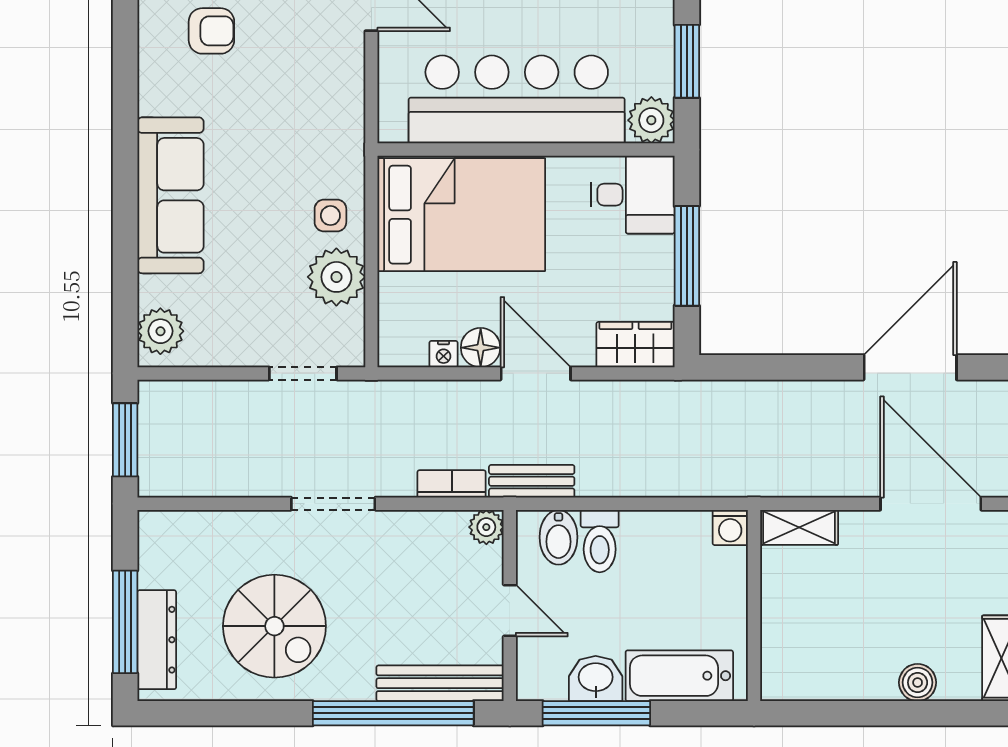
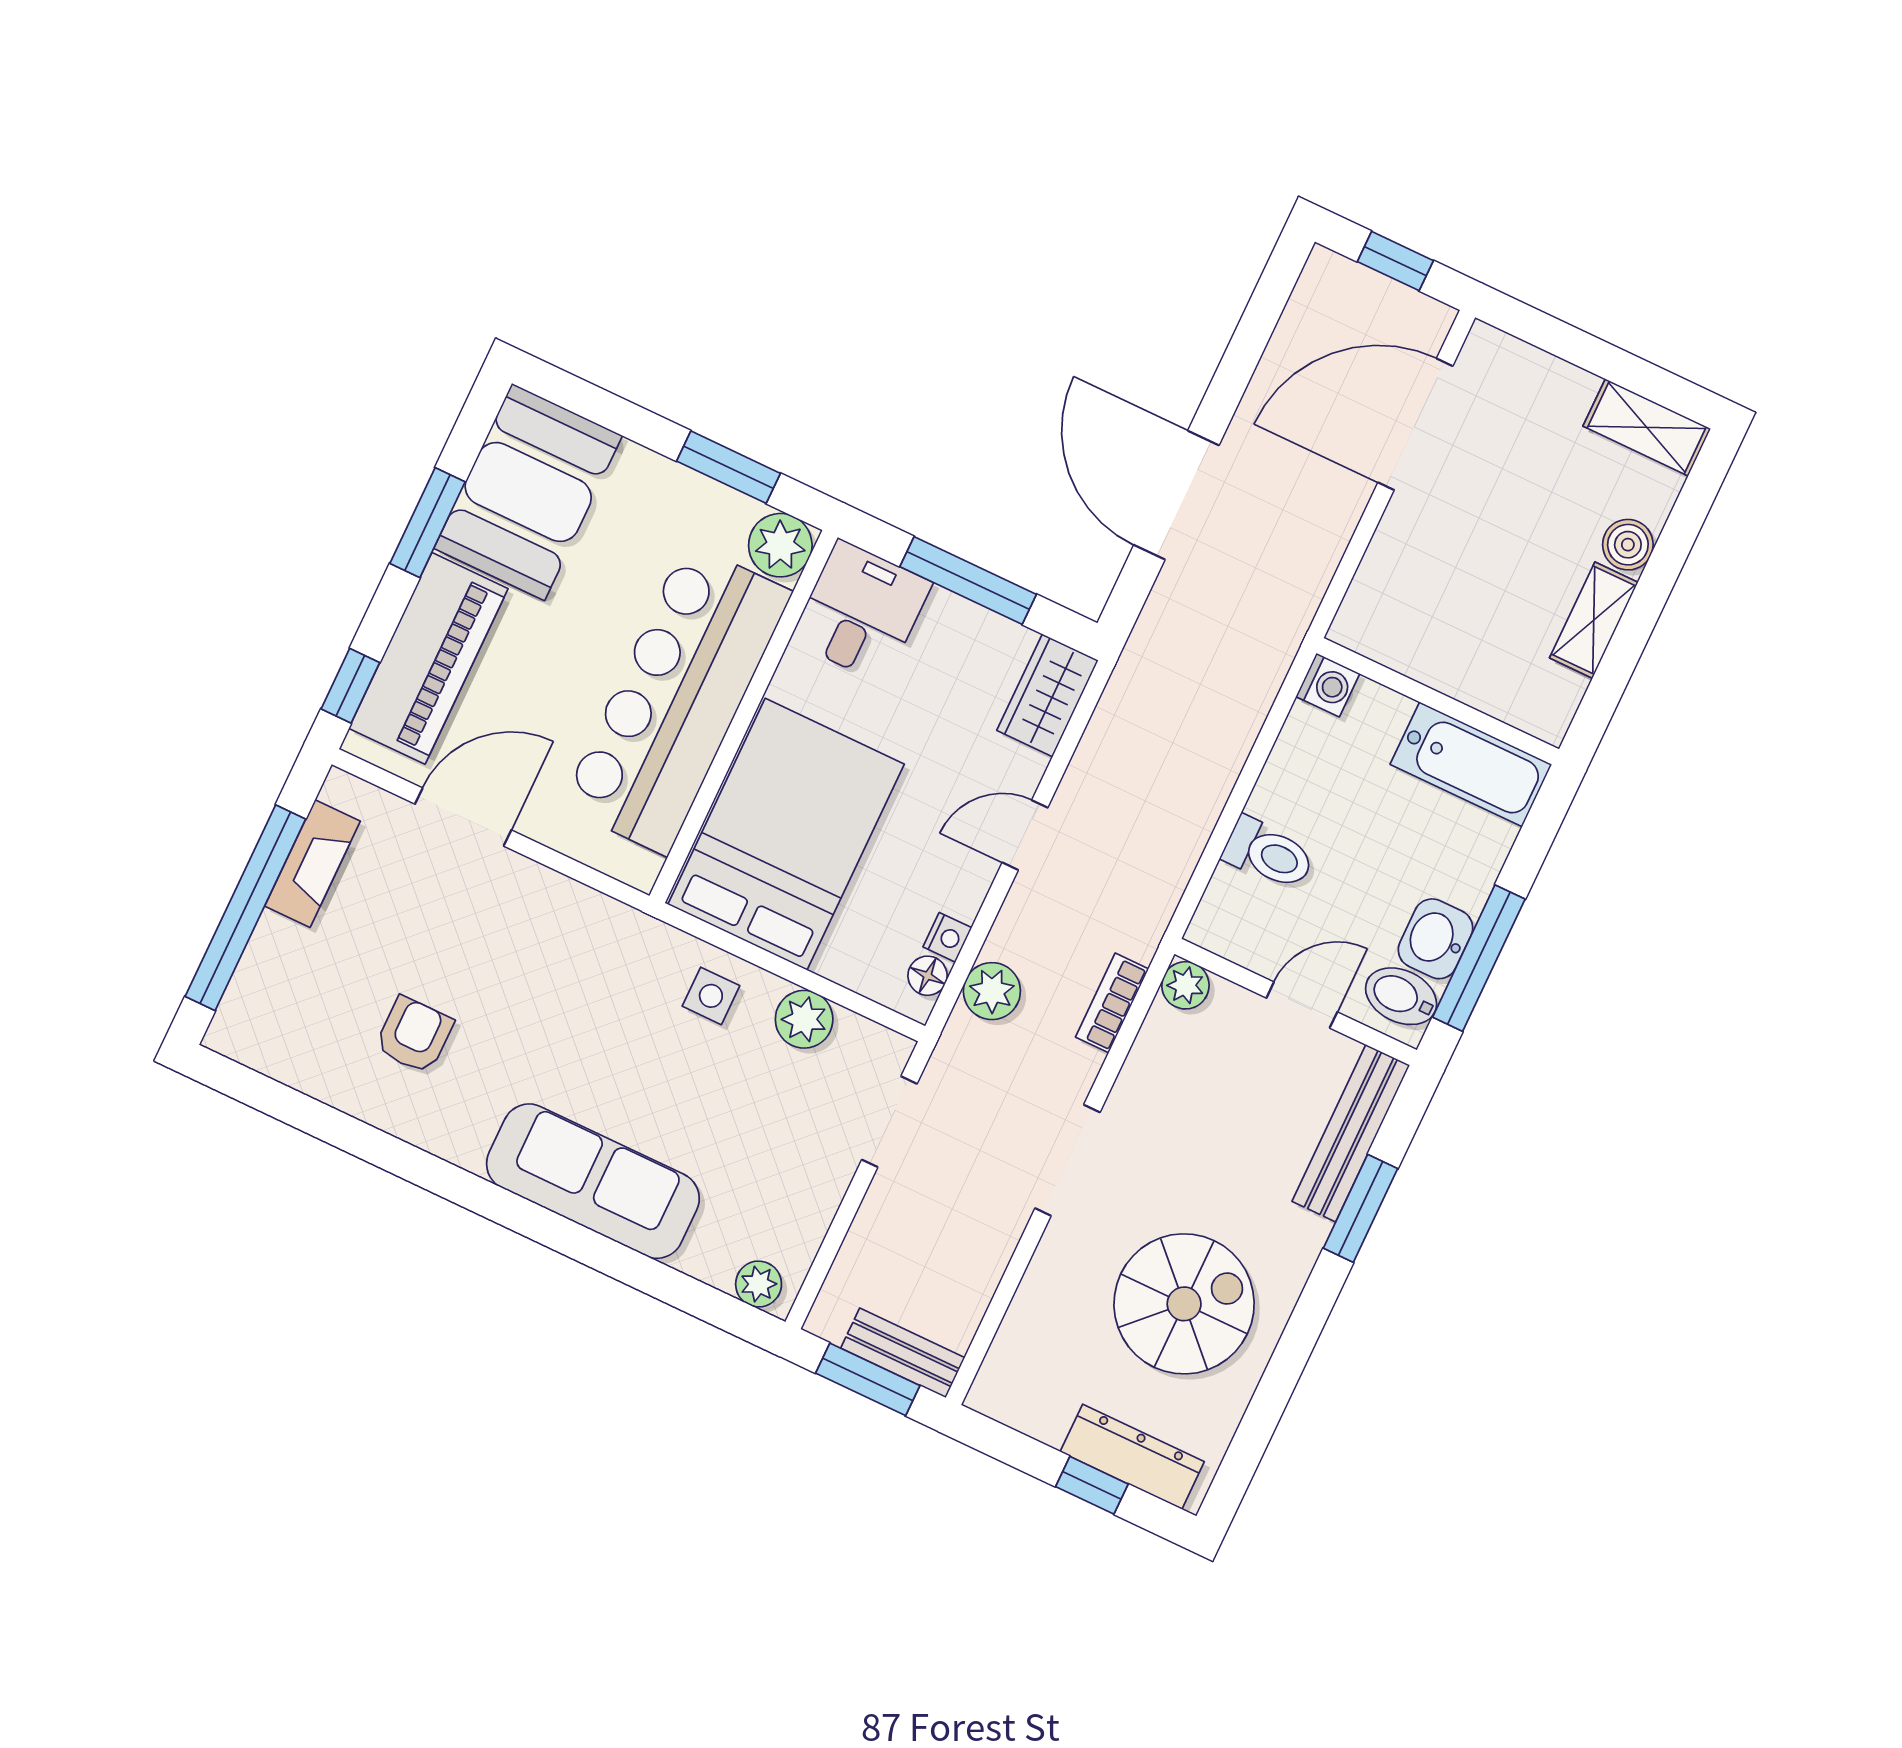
plant: (336, 277) -> (804, 1019), width x0.73, depth x0.73
plant: (160, 331) -> (759, 1284), width x0.73, depth x0.73
floor lamp: (481, 348) -> (928, 976), moved, width x0.73, depth x0.73
door: (910, 367) -> (1176, 495), moved
door: (536, 373) -> (1025, 835), width x0.73
plant: (422, 400) -> (992, 991), added
bench: (532, 481) -> (903, 1353), moved, turned 90
shelving: (799, 527) -> (1594, 620), moved
bidet: (559, 537) -> (1401, 996), moved, turned 180
window: (125, 622) -> (1092, 1485), width x0.46
bathtub: (679, 676) -> (1471, 764), moved, turned -90
window: (393, 713) -> (1360, 1208), width x0.47

